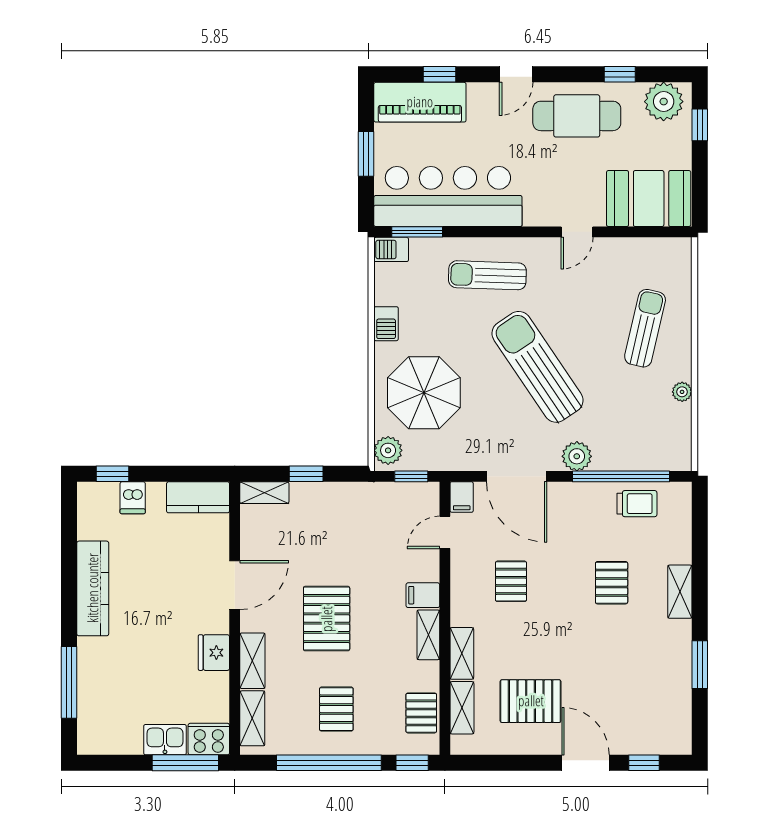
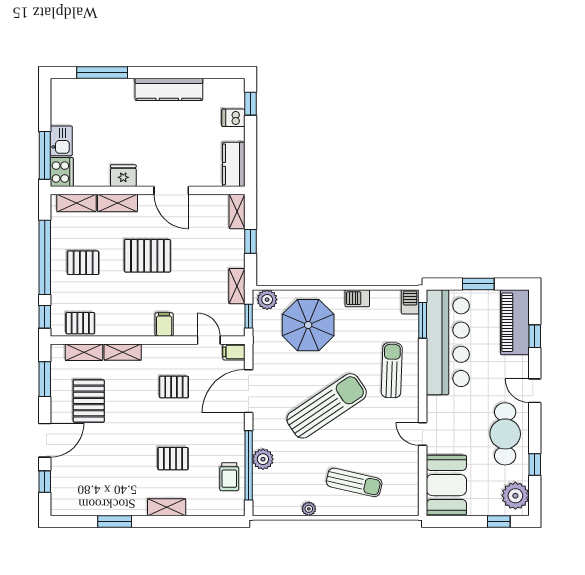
plant: (577, 456) -> (263, 459), moved
shelving: (428, 635) -> (237, 286), moved, turned 90
window: (500, 763) -> (45, 379), added

